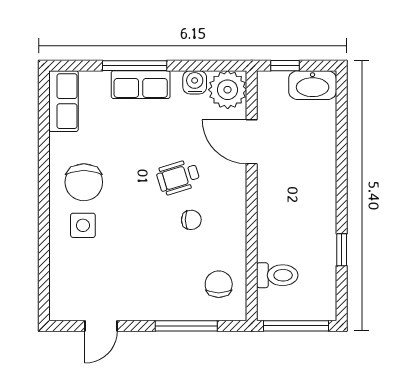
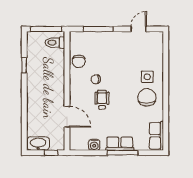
plant: (228, 90) -> (79, 141), removed
wheelchair: (178, 177) -> (102, 100), turned -73
toilet: (277, 275) -> (55, 43), moved
chair: (219, 284) -> (79, 61), moved

